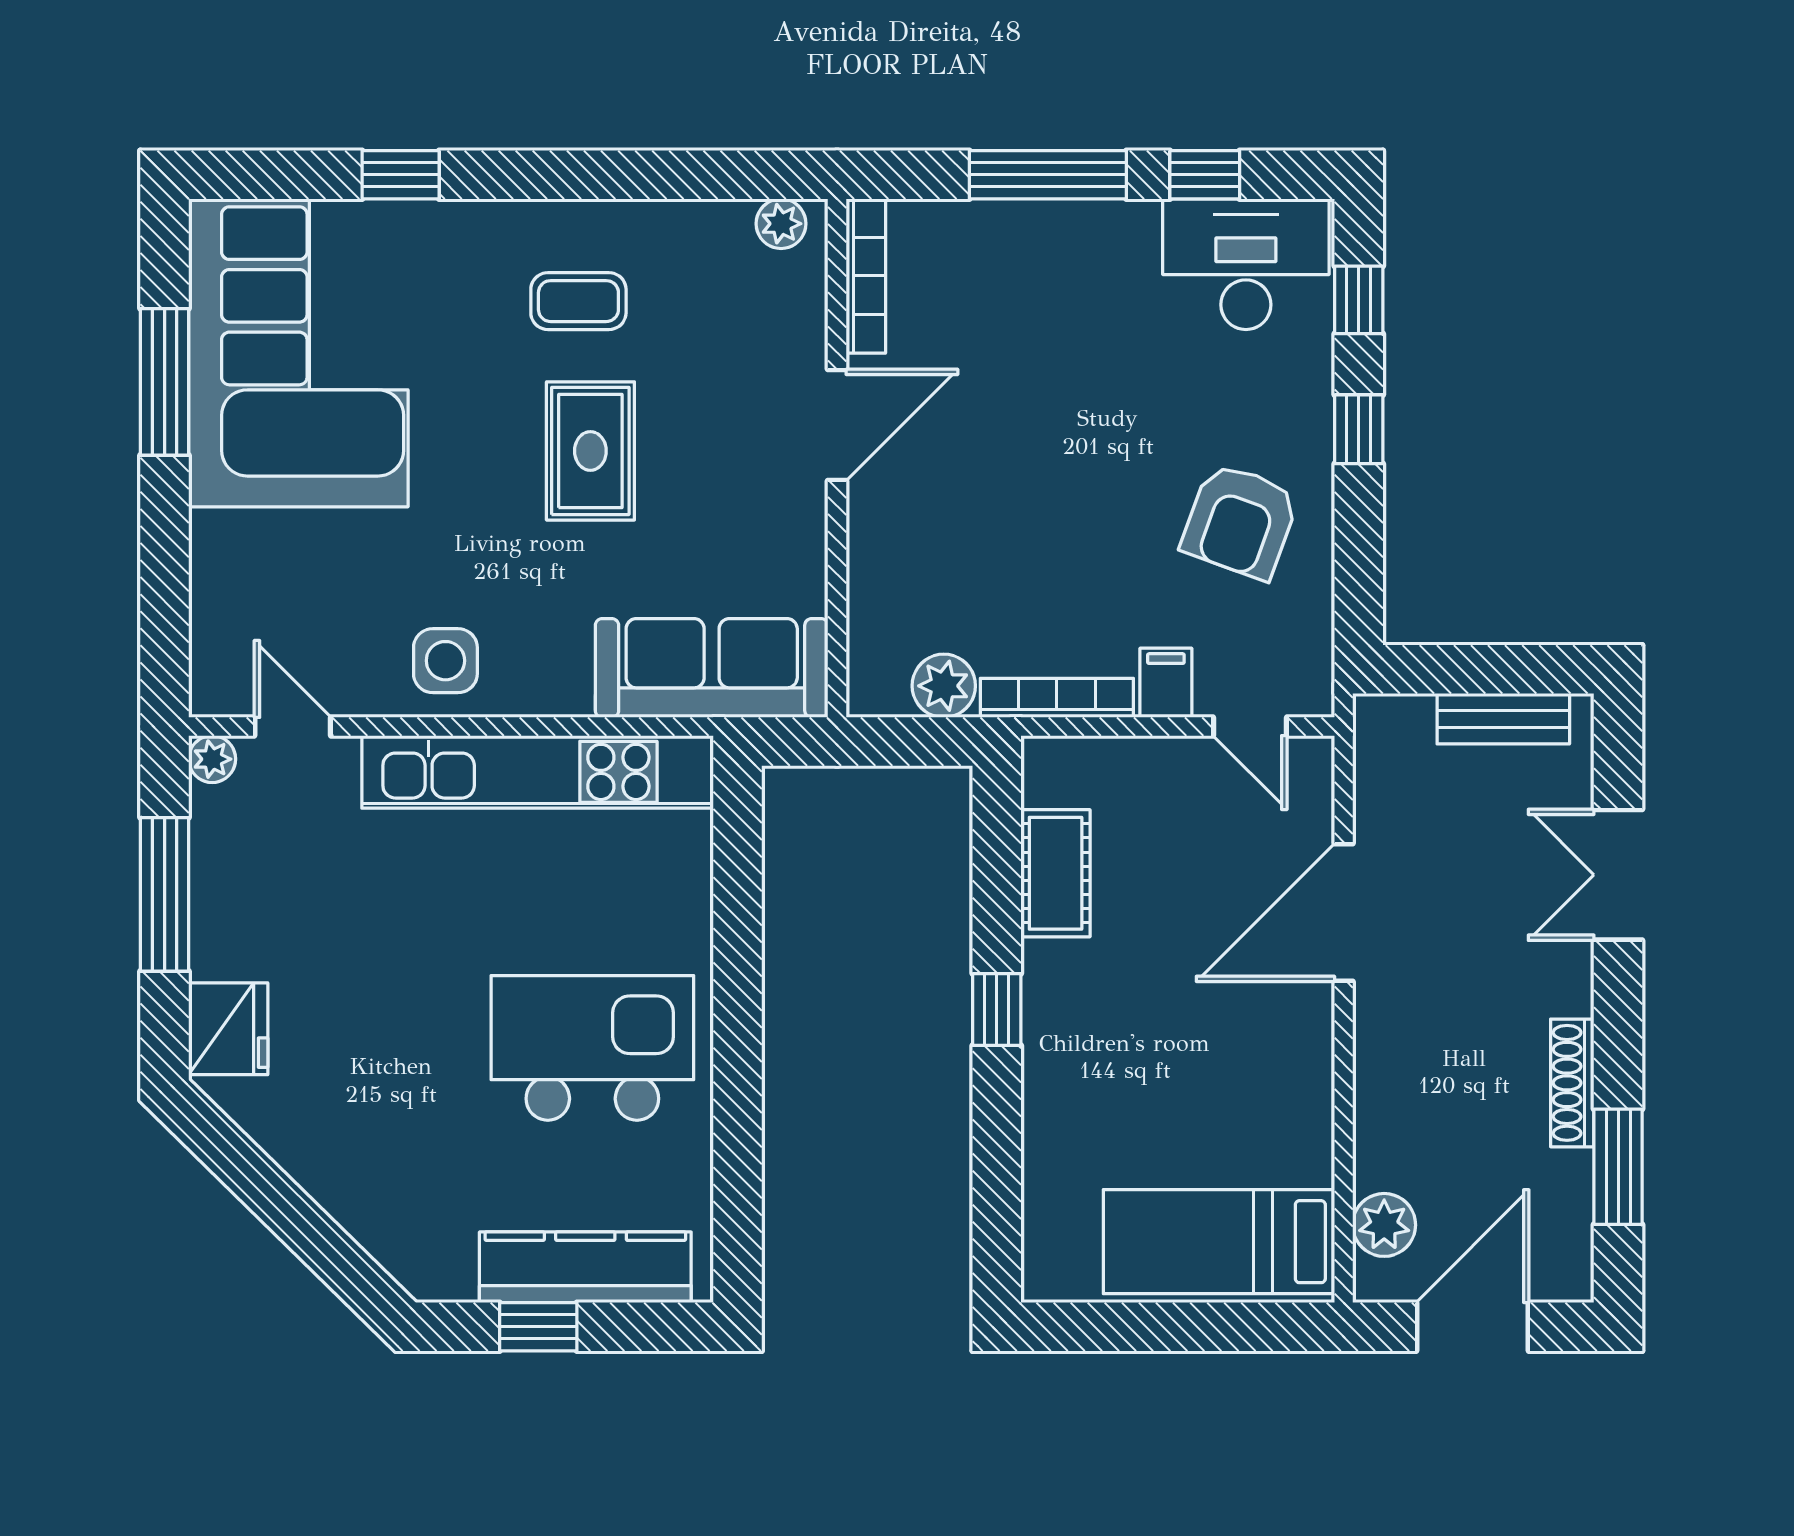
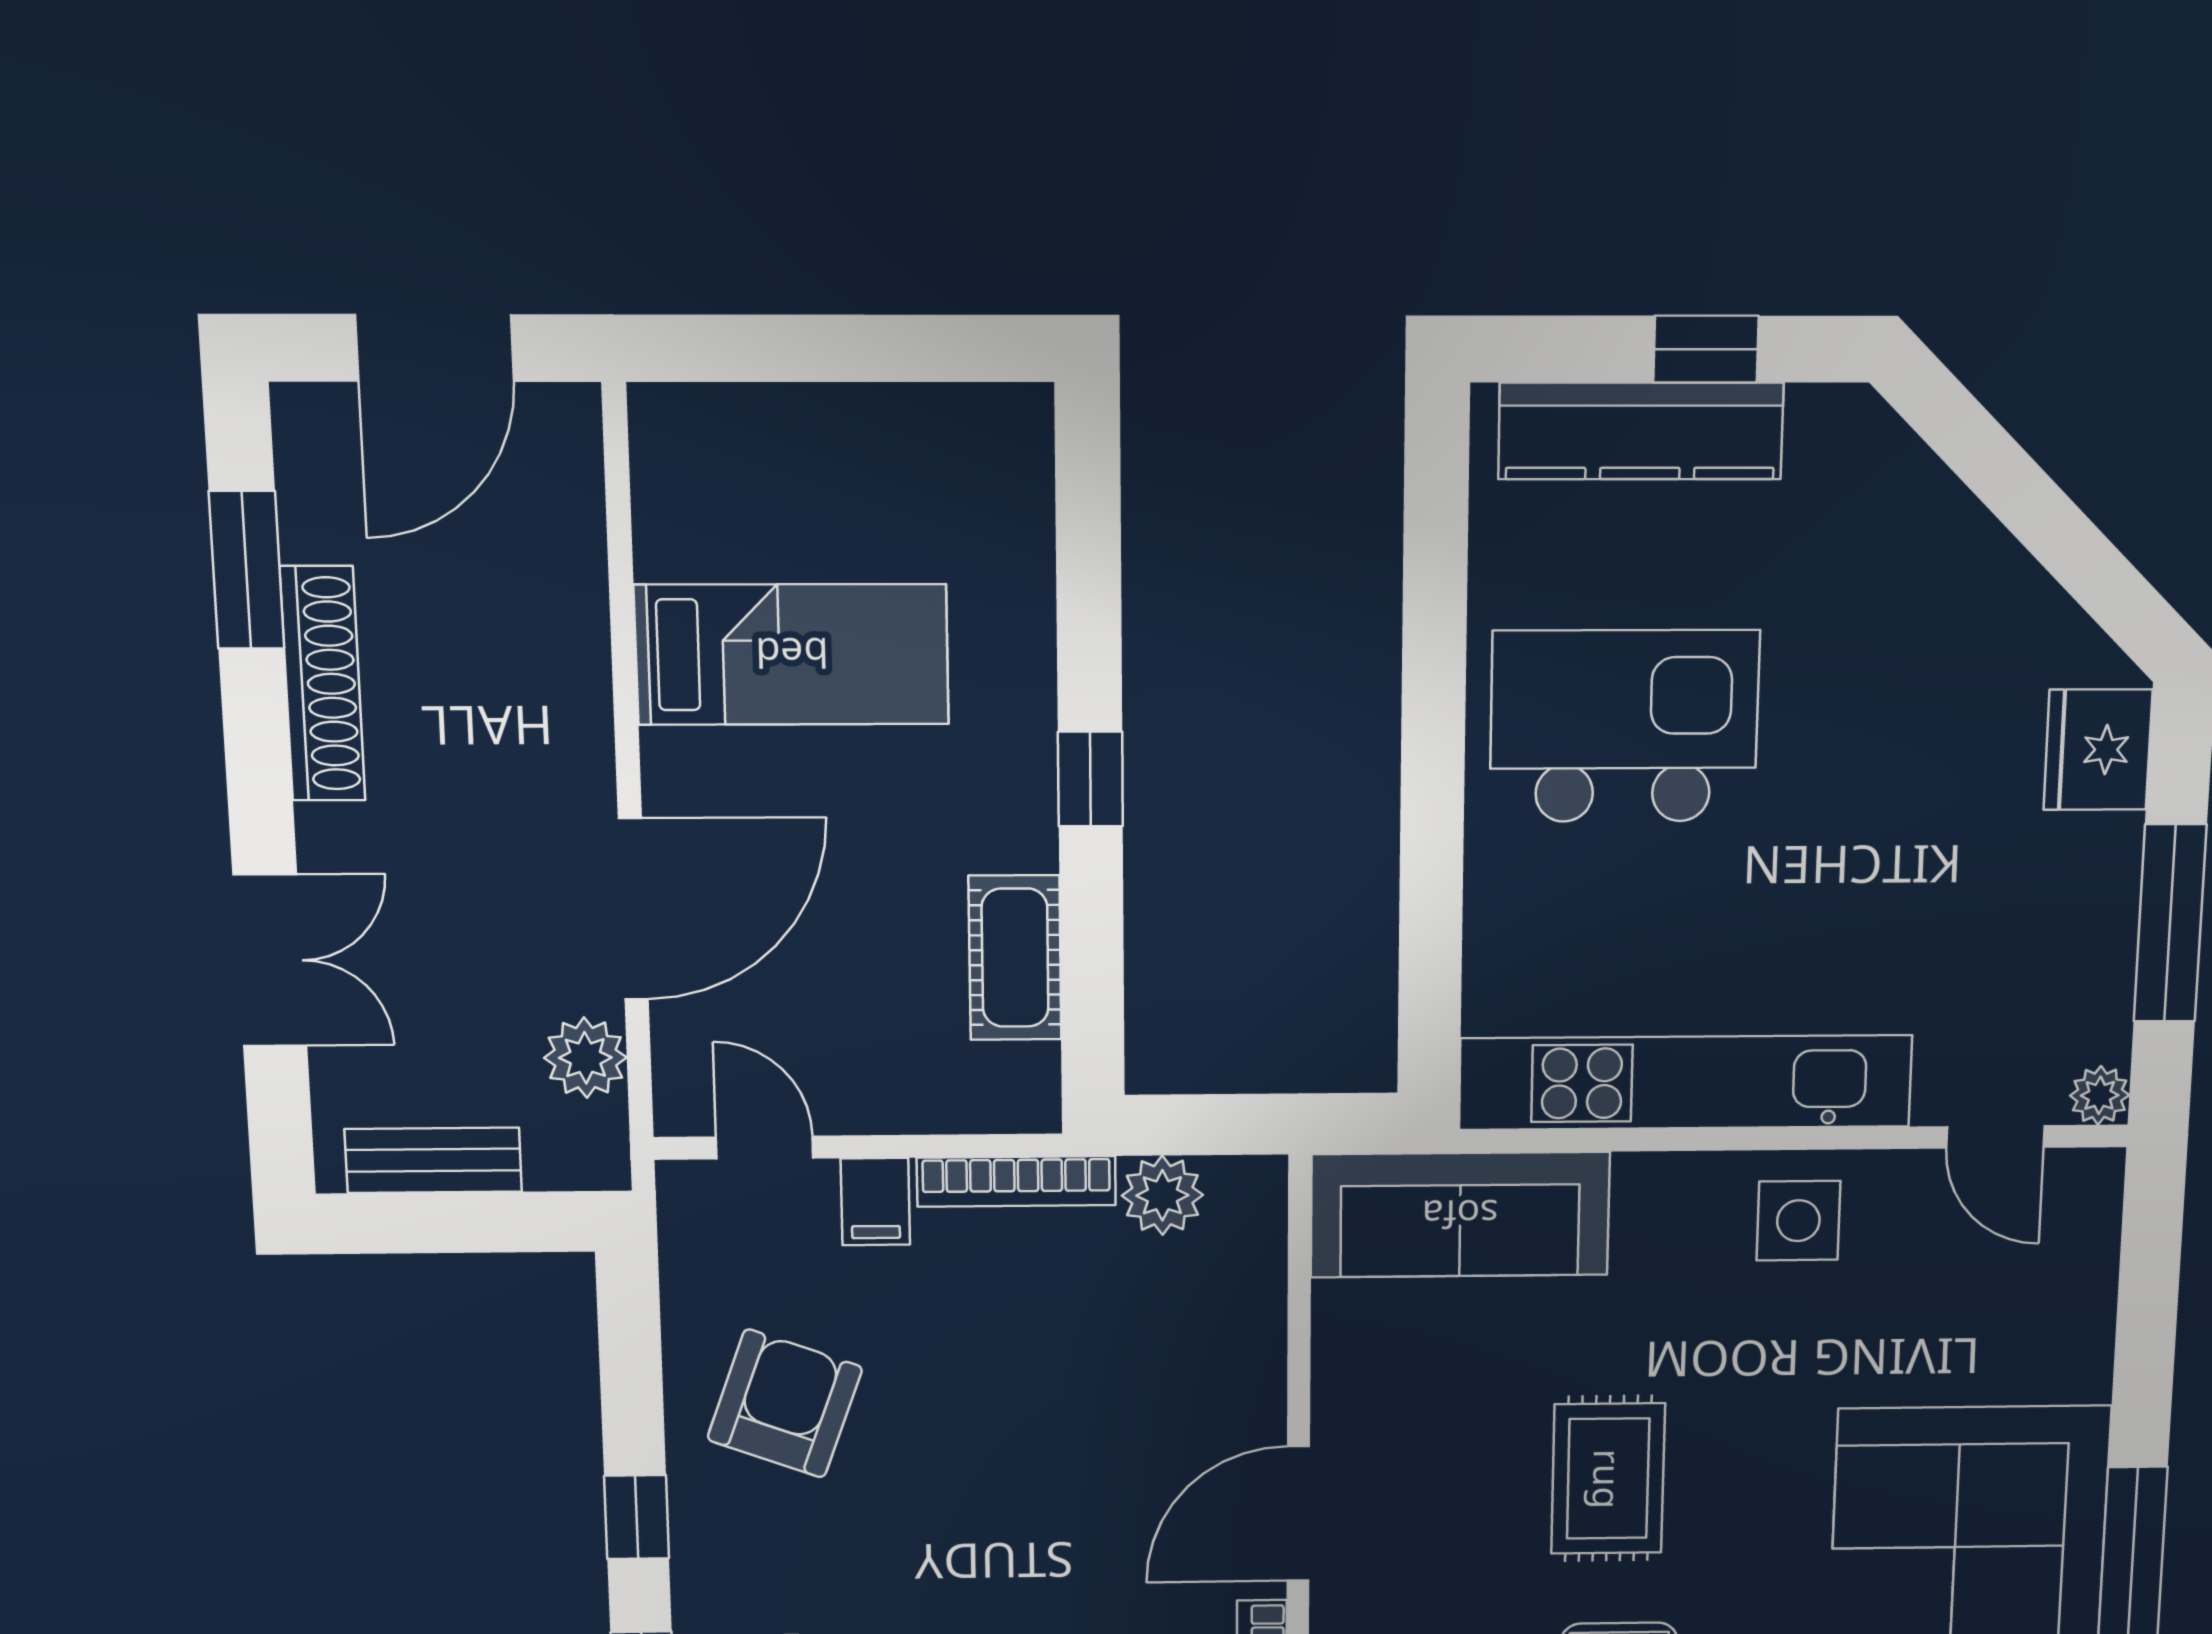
kitchen island: (592, 1048) -> (1624, 726), turned 180
shoe rack: (1572, 1083) -> (323, 684), width x1.36, depth x1.24
plant: (1384, 1225) -> (585, 1058), moved
bed: (1219, 1242) -> (792, 654), moved

